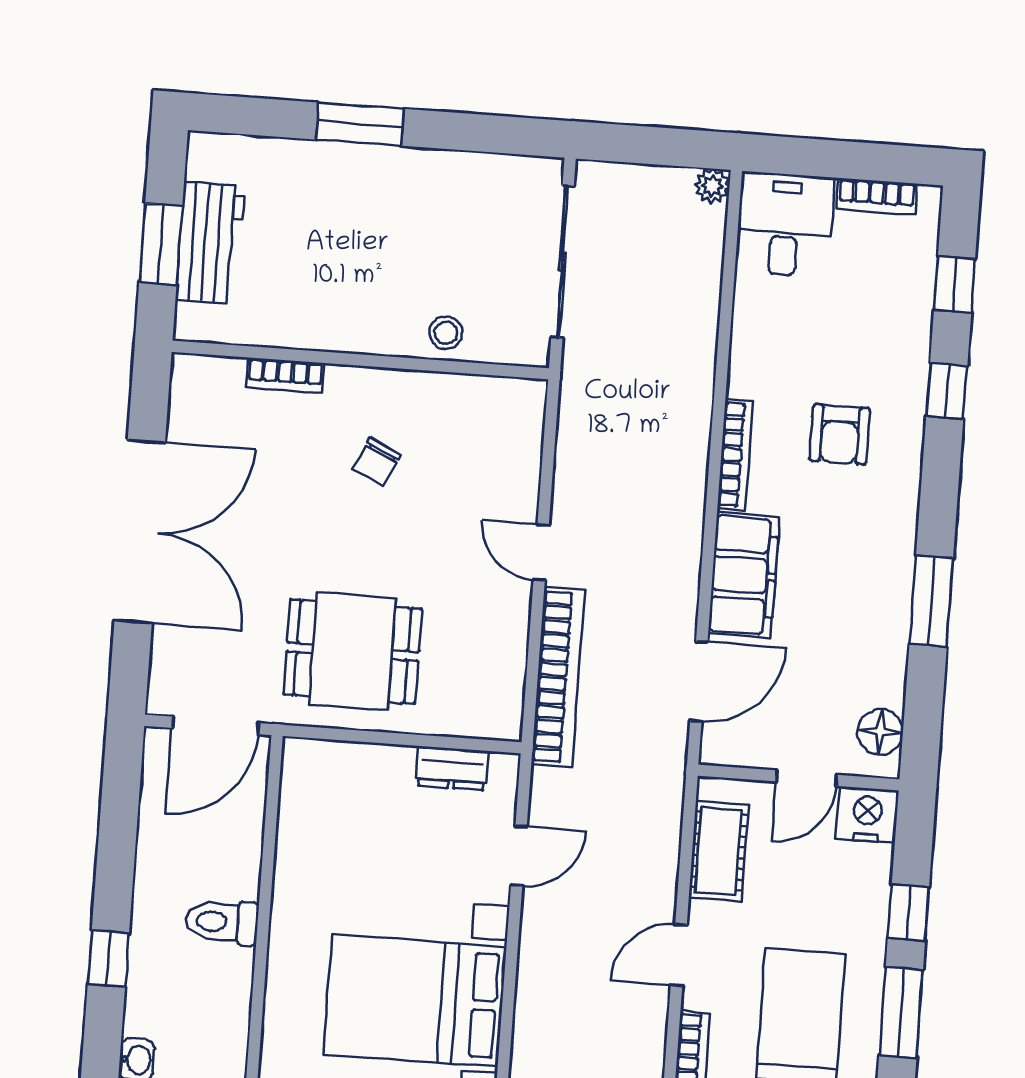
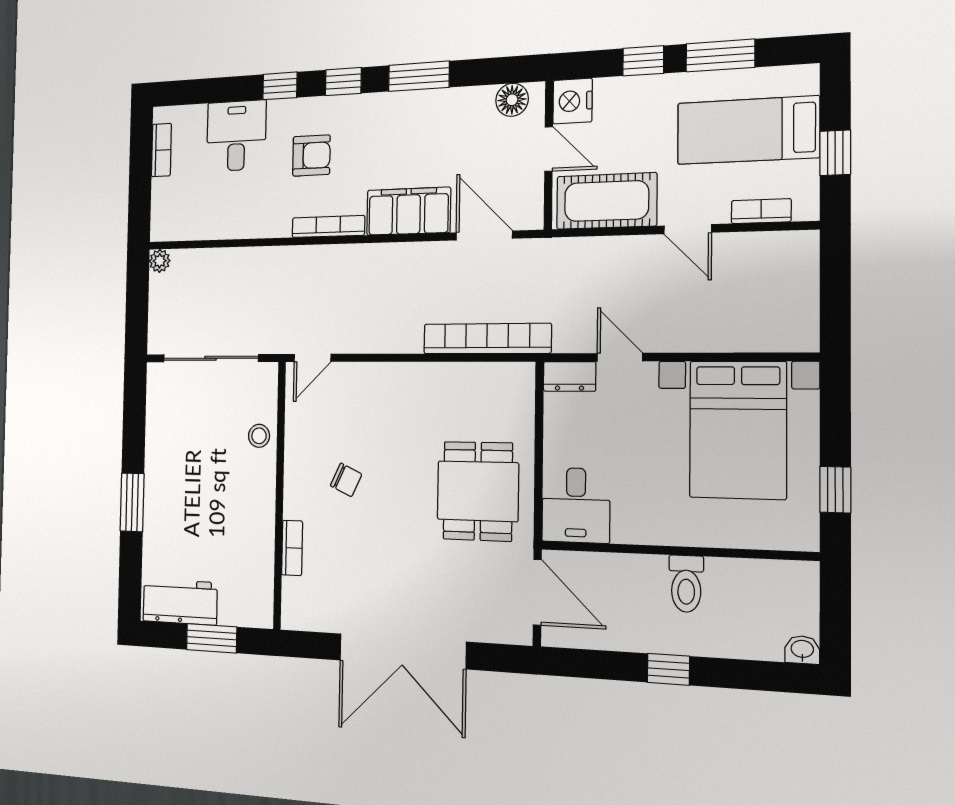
desk: (785, 224) -> (236, 136), moved, turned 90
workbench: (210, 243) -> (180, 602), moved
window: (955, 285) -> (343, 82), moved
double door: (140, 532) -> (402, 651), swing flipped
door: (541, 553) -> (313, 358), moved
dresser: (452, 768) -> (570, 376), moved, turned 90
desk: (328, 785) -> (576, 505), added
cot: (718, 851) -> (606, 201), width x1.37, depth x1.34
window: (108, 959) -> (668, 669), moved

